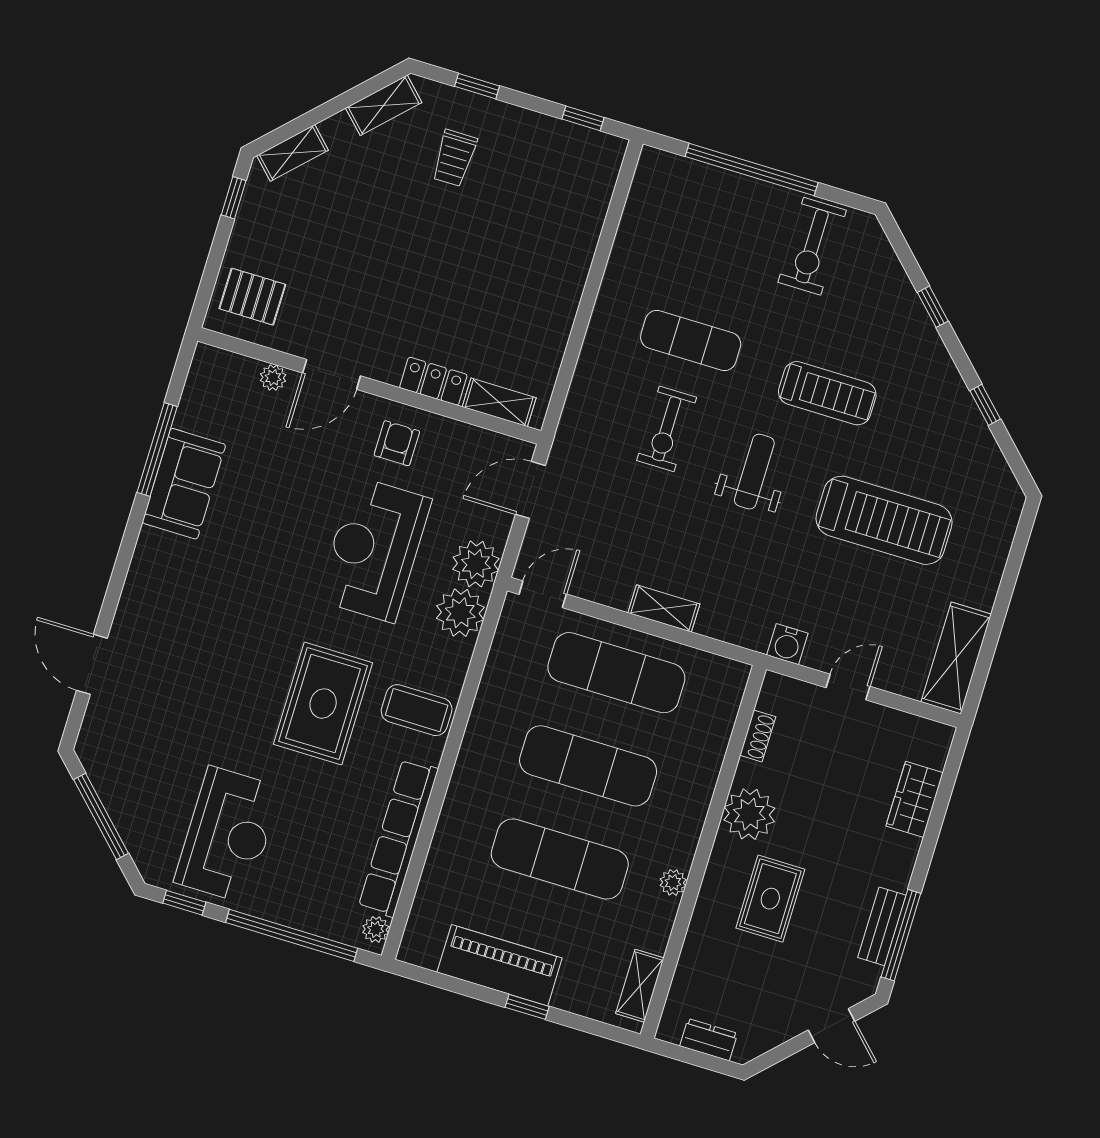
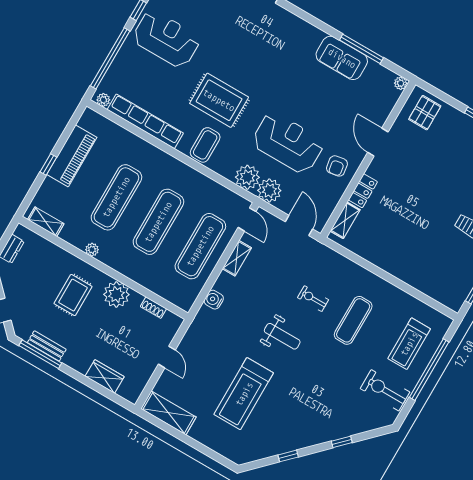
plant: (273, 378) -> (401, 83), moved
treadmill: (827, 393) -> (409, 344), moved
exercise bike: (667, 429) -> (313, 299), width x0.73, depth x0.72
armchair: (397, 443) -> (337, 166), turned 81
shelving: (664, 608) -> (237, 258), moved
water cooler: (787, 644) -> (214, 300), moved
reception desk: (228, 835) -> (166, 39), turned 180
rug: (770, 899) -> (73, 295), turned 90

